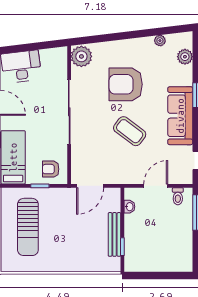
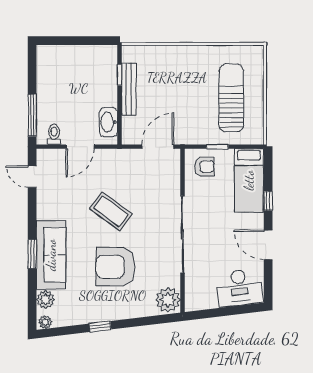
window: (139, 34) -> (100, 327), added
plant: (160, 41) -> (45, 322), moved
armchair: (126, 84) -> (116, 267), turned 180
sofa: (180, 116) -> (51, 255), moved
washbasin: (129, 207) -> (108, 122), width x1.91, depth x1.45

